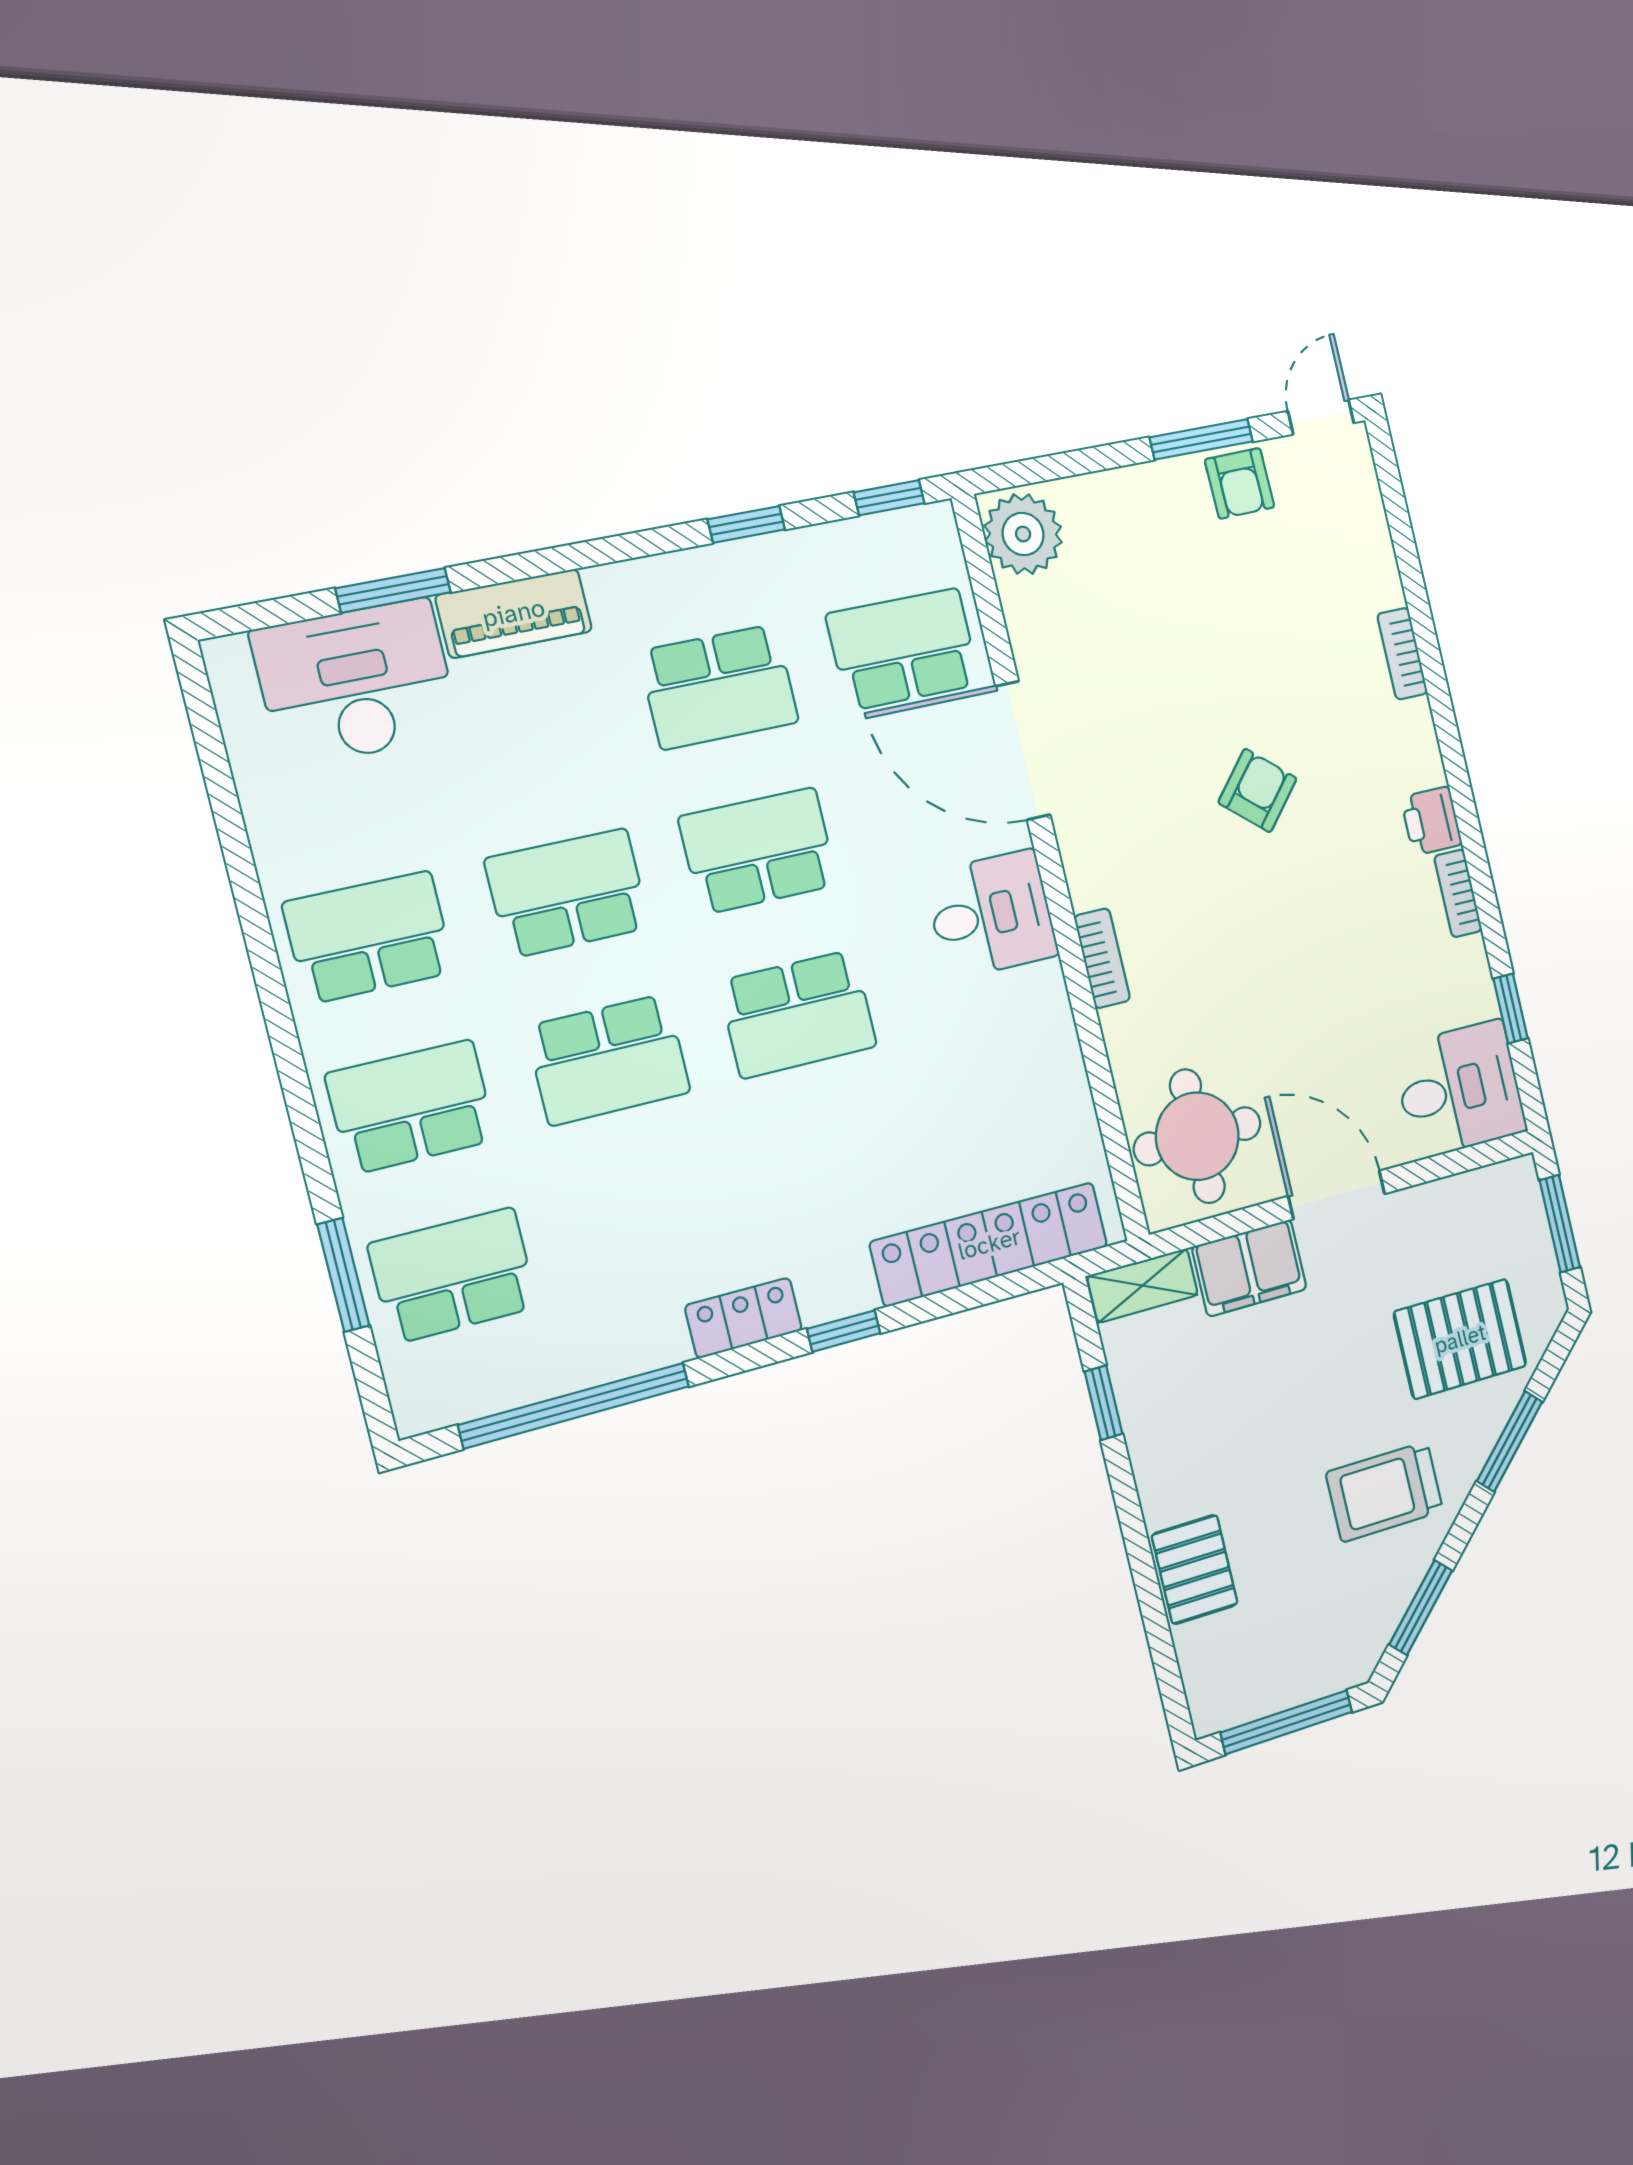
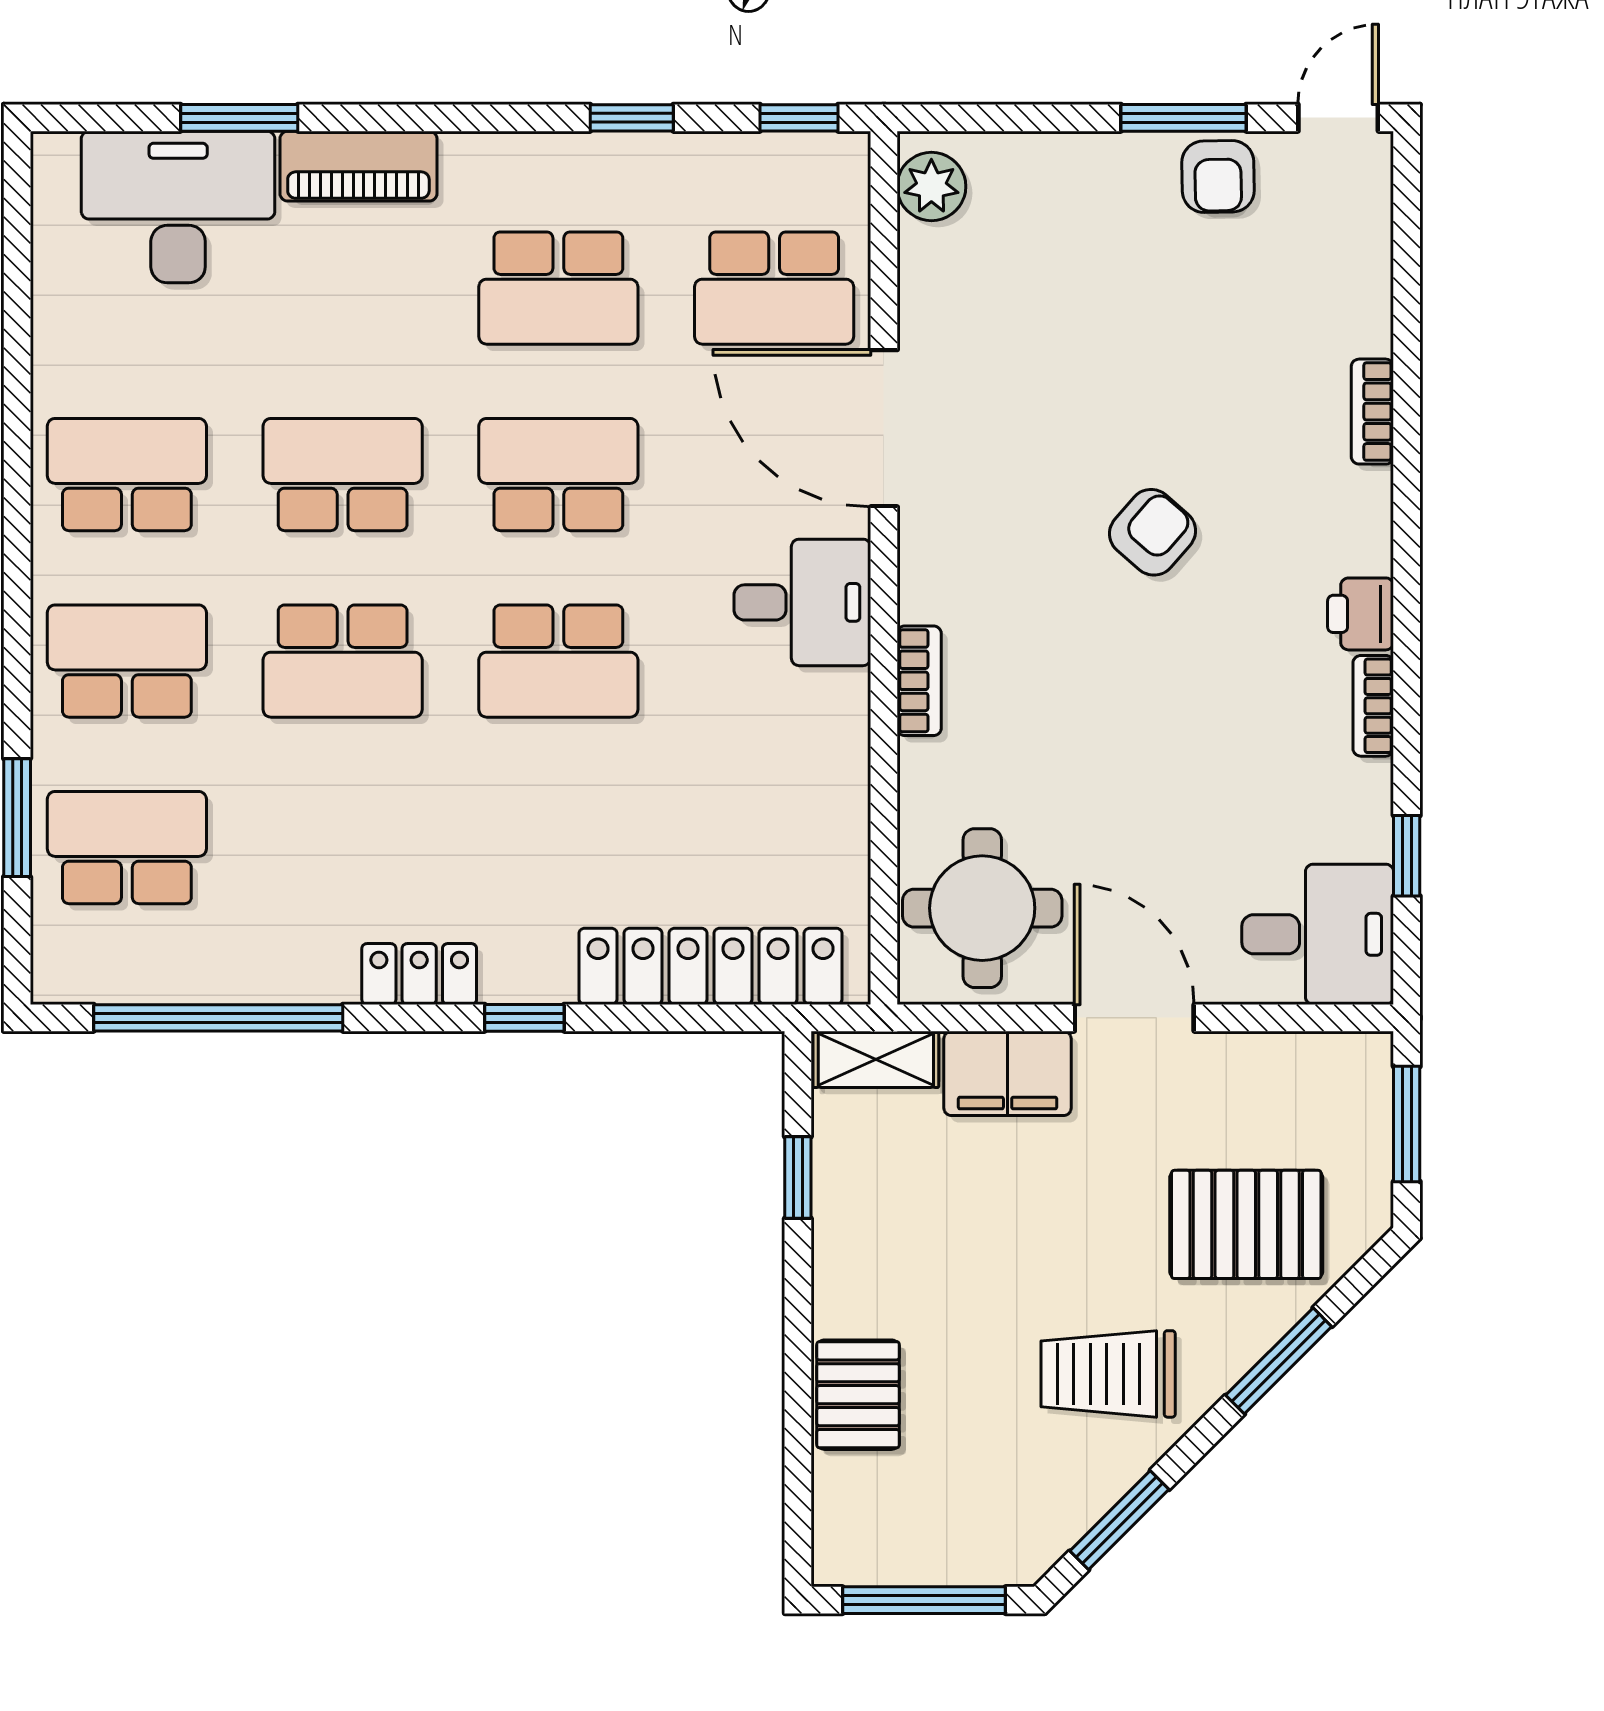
plant: (1023, 534) -> (931, 186), width x0.73, depth x0.73
school desk: (903, 649) -> (774, 288), turned 180

